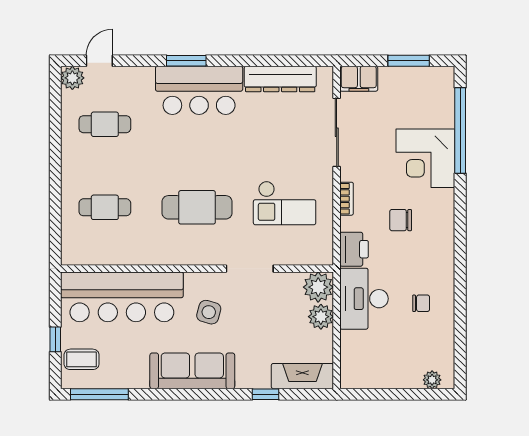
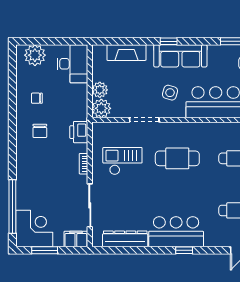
window: (186, 61) -> (184, 250), width x0.67
corner desk: (425, 158) -> (34, 228), moved
chair: (401, 220) -> (40, 131), moved, turned 90
desk: (364, 299) -> (73, 64), moved
fireplace: (302, 376) -> (126, 53), moved
plant: (432, 380) -> (35, 55), width x1.87, depth x1.87
window: (265, 394) -> (169, 41), moved

